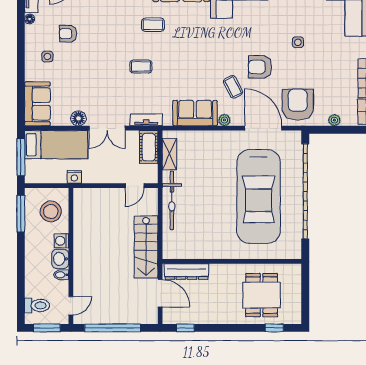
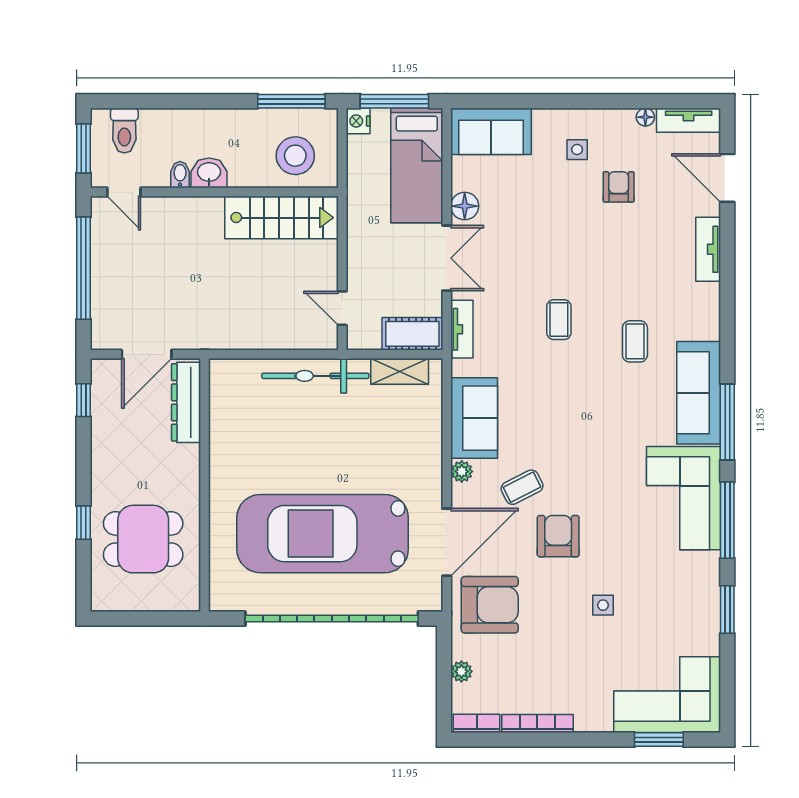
double door: (107, 128) -> (447, 258), swing flipped
nightstand: (74, 177) -> (358, 121), moved
washing machine: (61, 241) -> (242, 175), removed
stairs: (146, 247) -> (281, 218), moved, turned 180
window: (274, 328) -> (84, 523), moved

